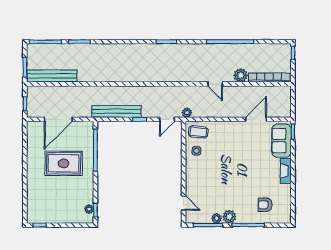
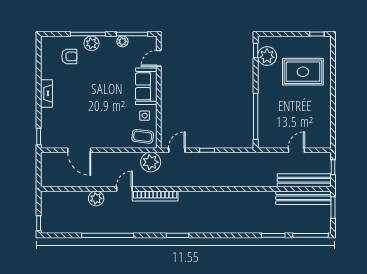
bookcase: (269, 78) -> (155, 196), moved
door: (215, 84) -> (124, 189), hinge flipped
bench: (117, 111) -> (304, 180), moved
plant: (187, 113) -> (151, 162), width x1.88, depth x1.88
door: (58, 119) -> (296, 150), width x0.53
door: (256, 119) -> (79, 150), hinge flipped
sofa: (281, 141) -> (146, 86), moved, turned 180
rug: (64, 163) -> (303, 72), moved
door: (184, 203) -> (159, 58), hinge flipped
plant: (89, 209) -> (267, 56), width x1.88, depth x1.88
plant: (229, 217) -> (92, 43), moved

